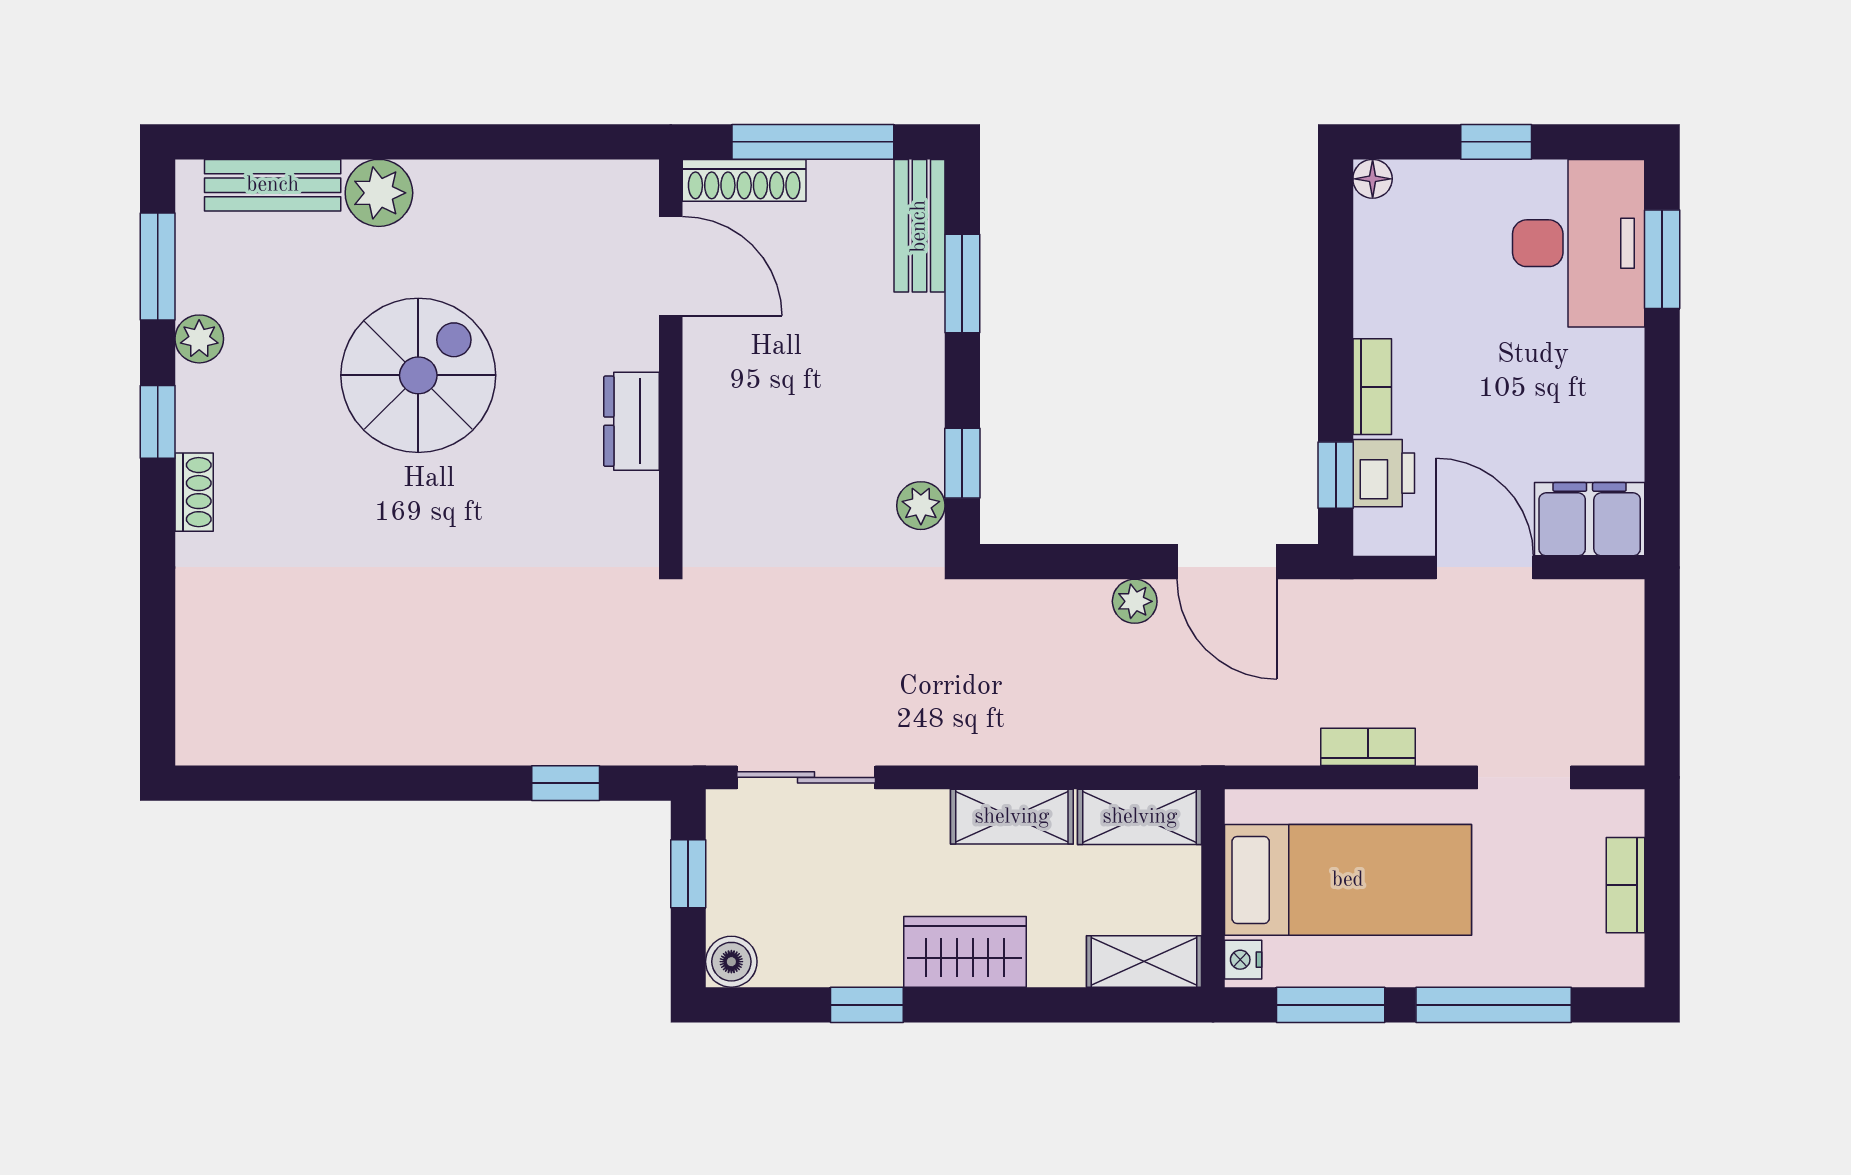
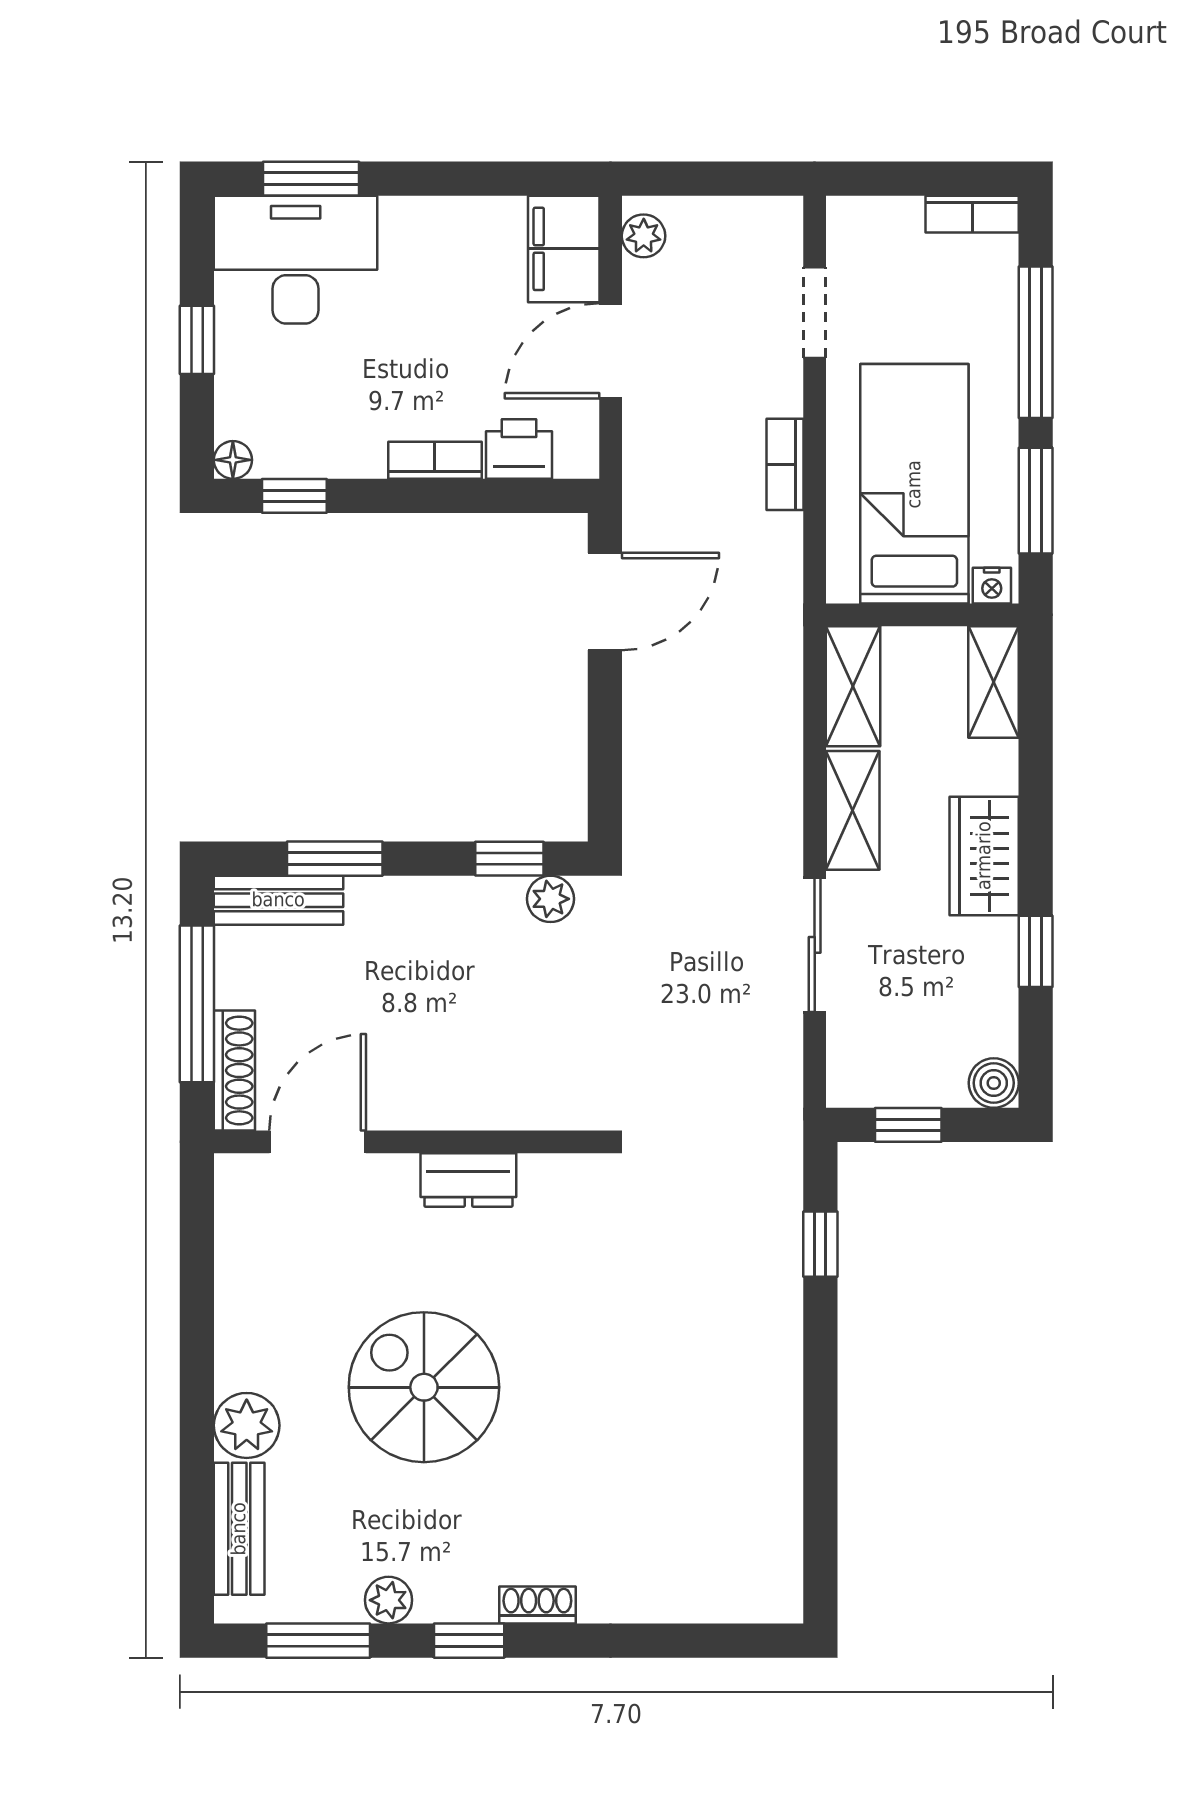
window: (1336, 475) -> (294, 496), moved
plant: (1135, 601) -> (644, 236), moved
sliding door: (806, 777) -> (815, 945), moved
bookcase: (1625, 885) -> (972, 214), moved

